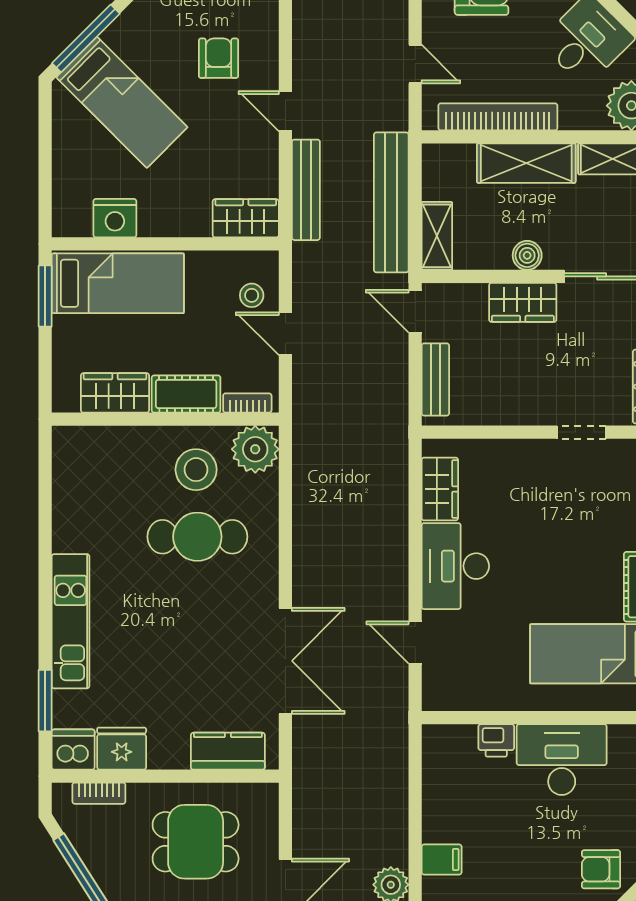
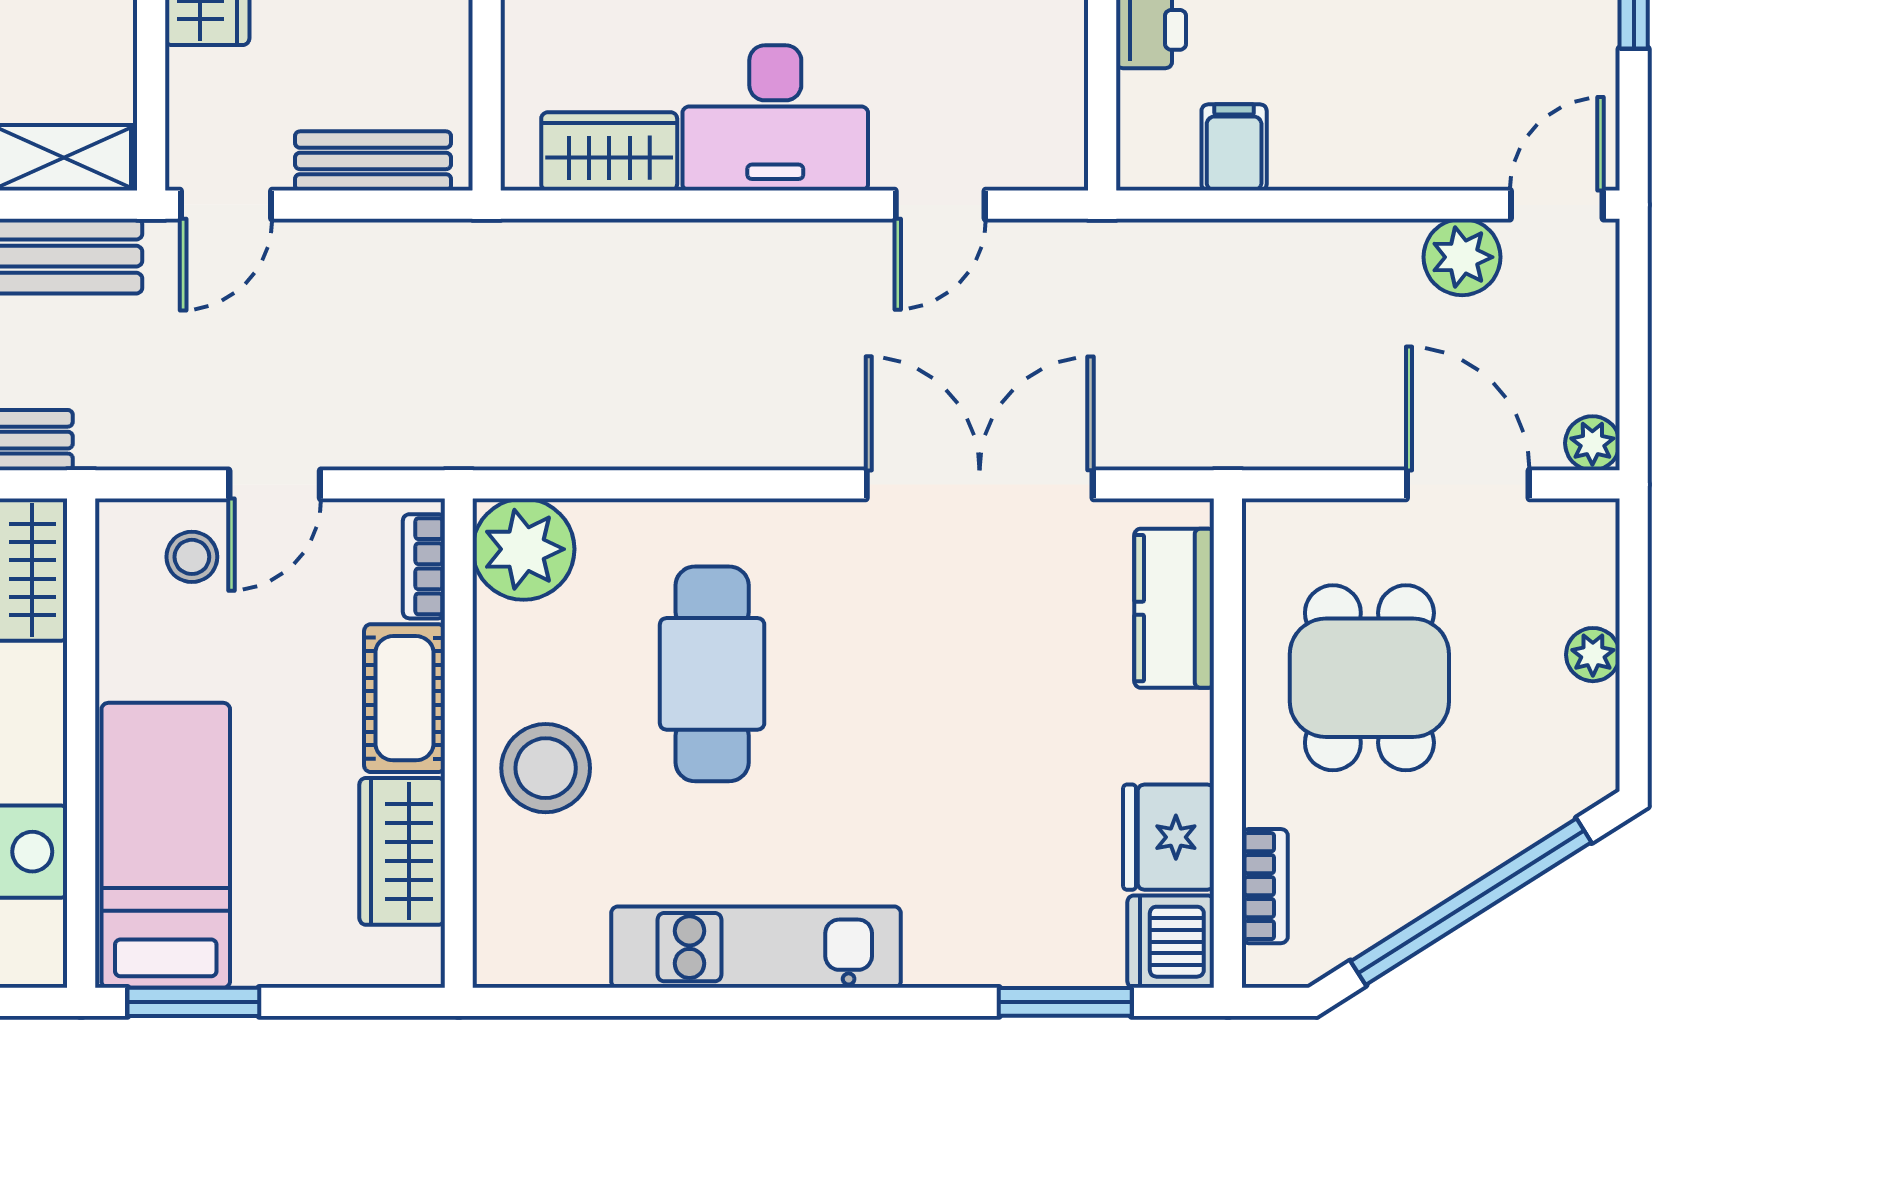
stool: (196, 470) -> (546, 768), moved
kitchen unit: (71, 621) -> (756, 947), moved
filing cabinet: (442, 860) -> (1234, 147), moved

